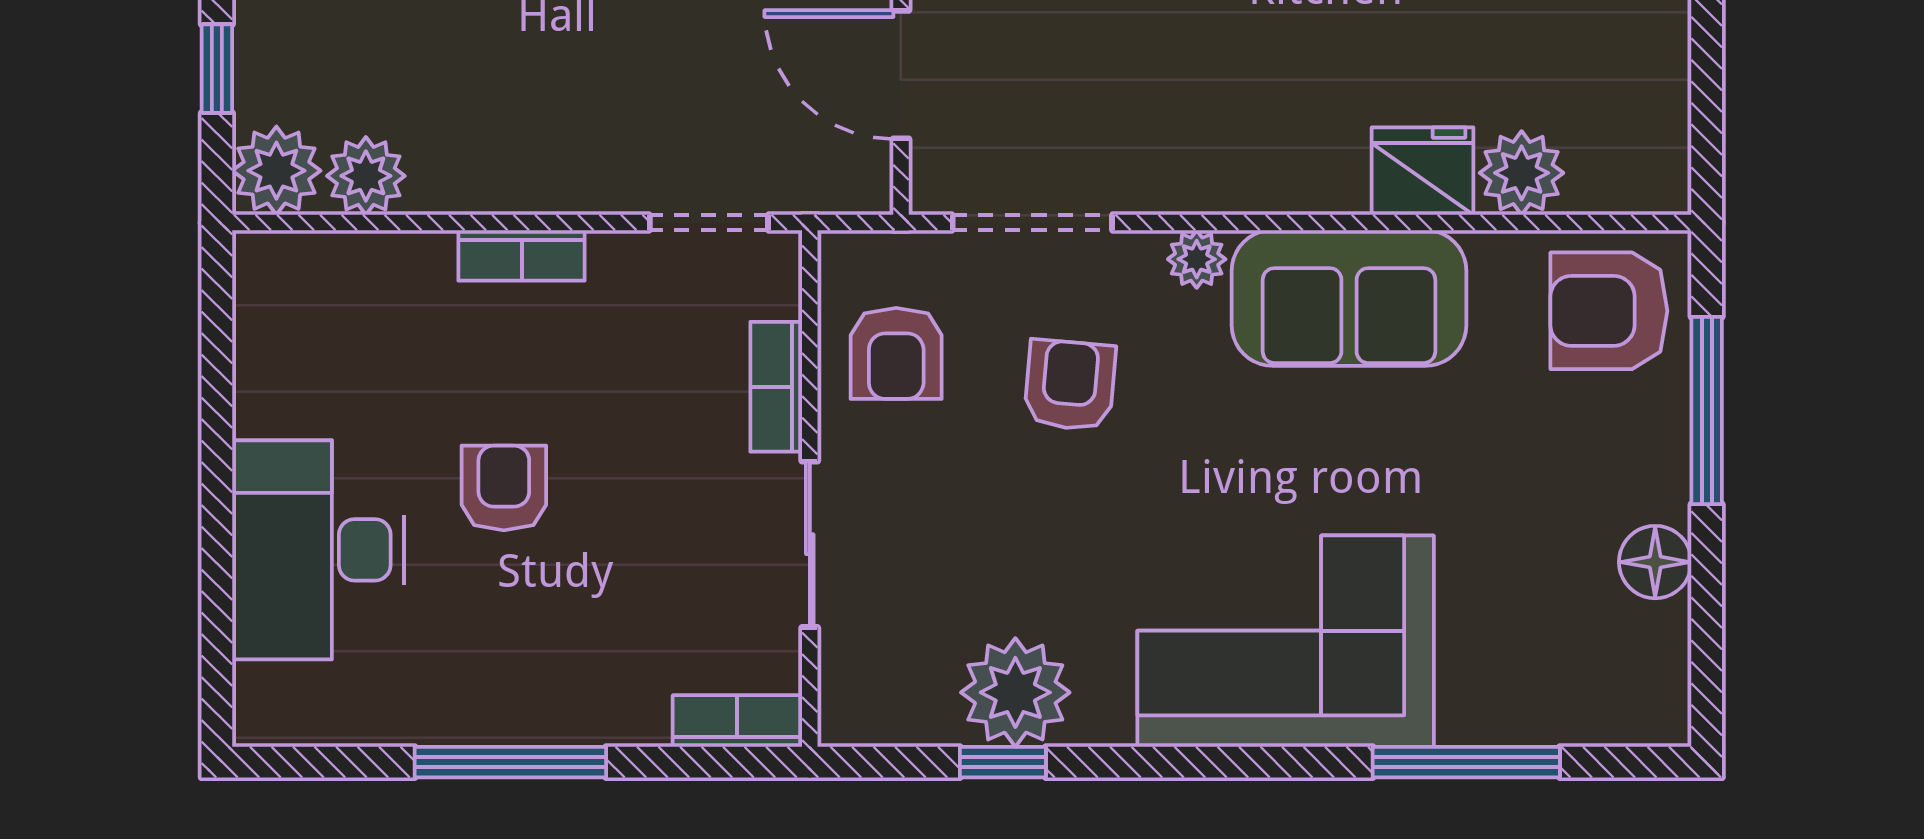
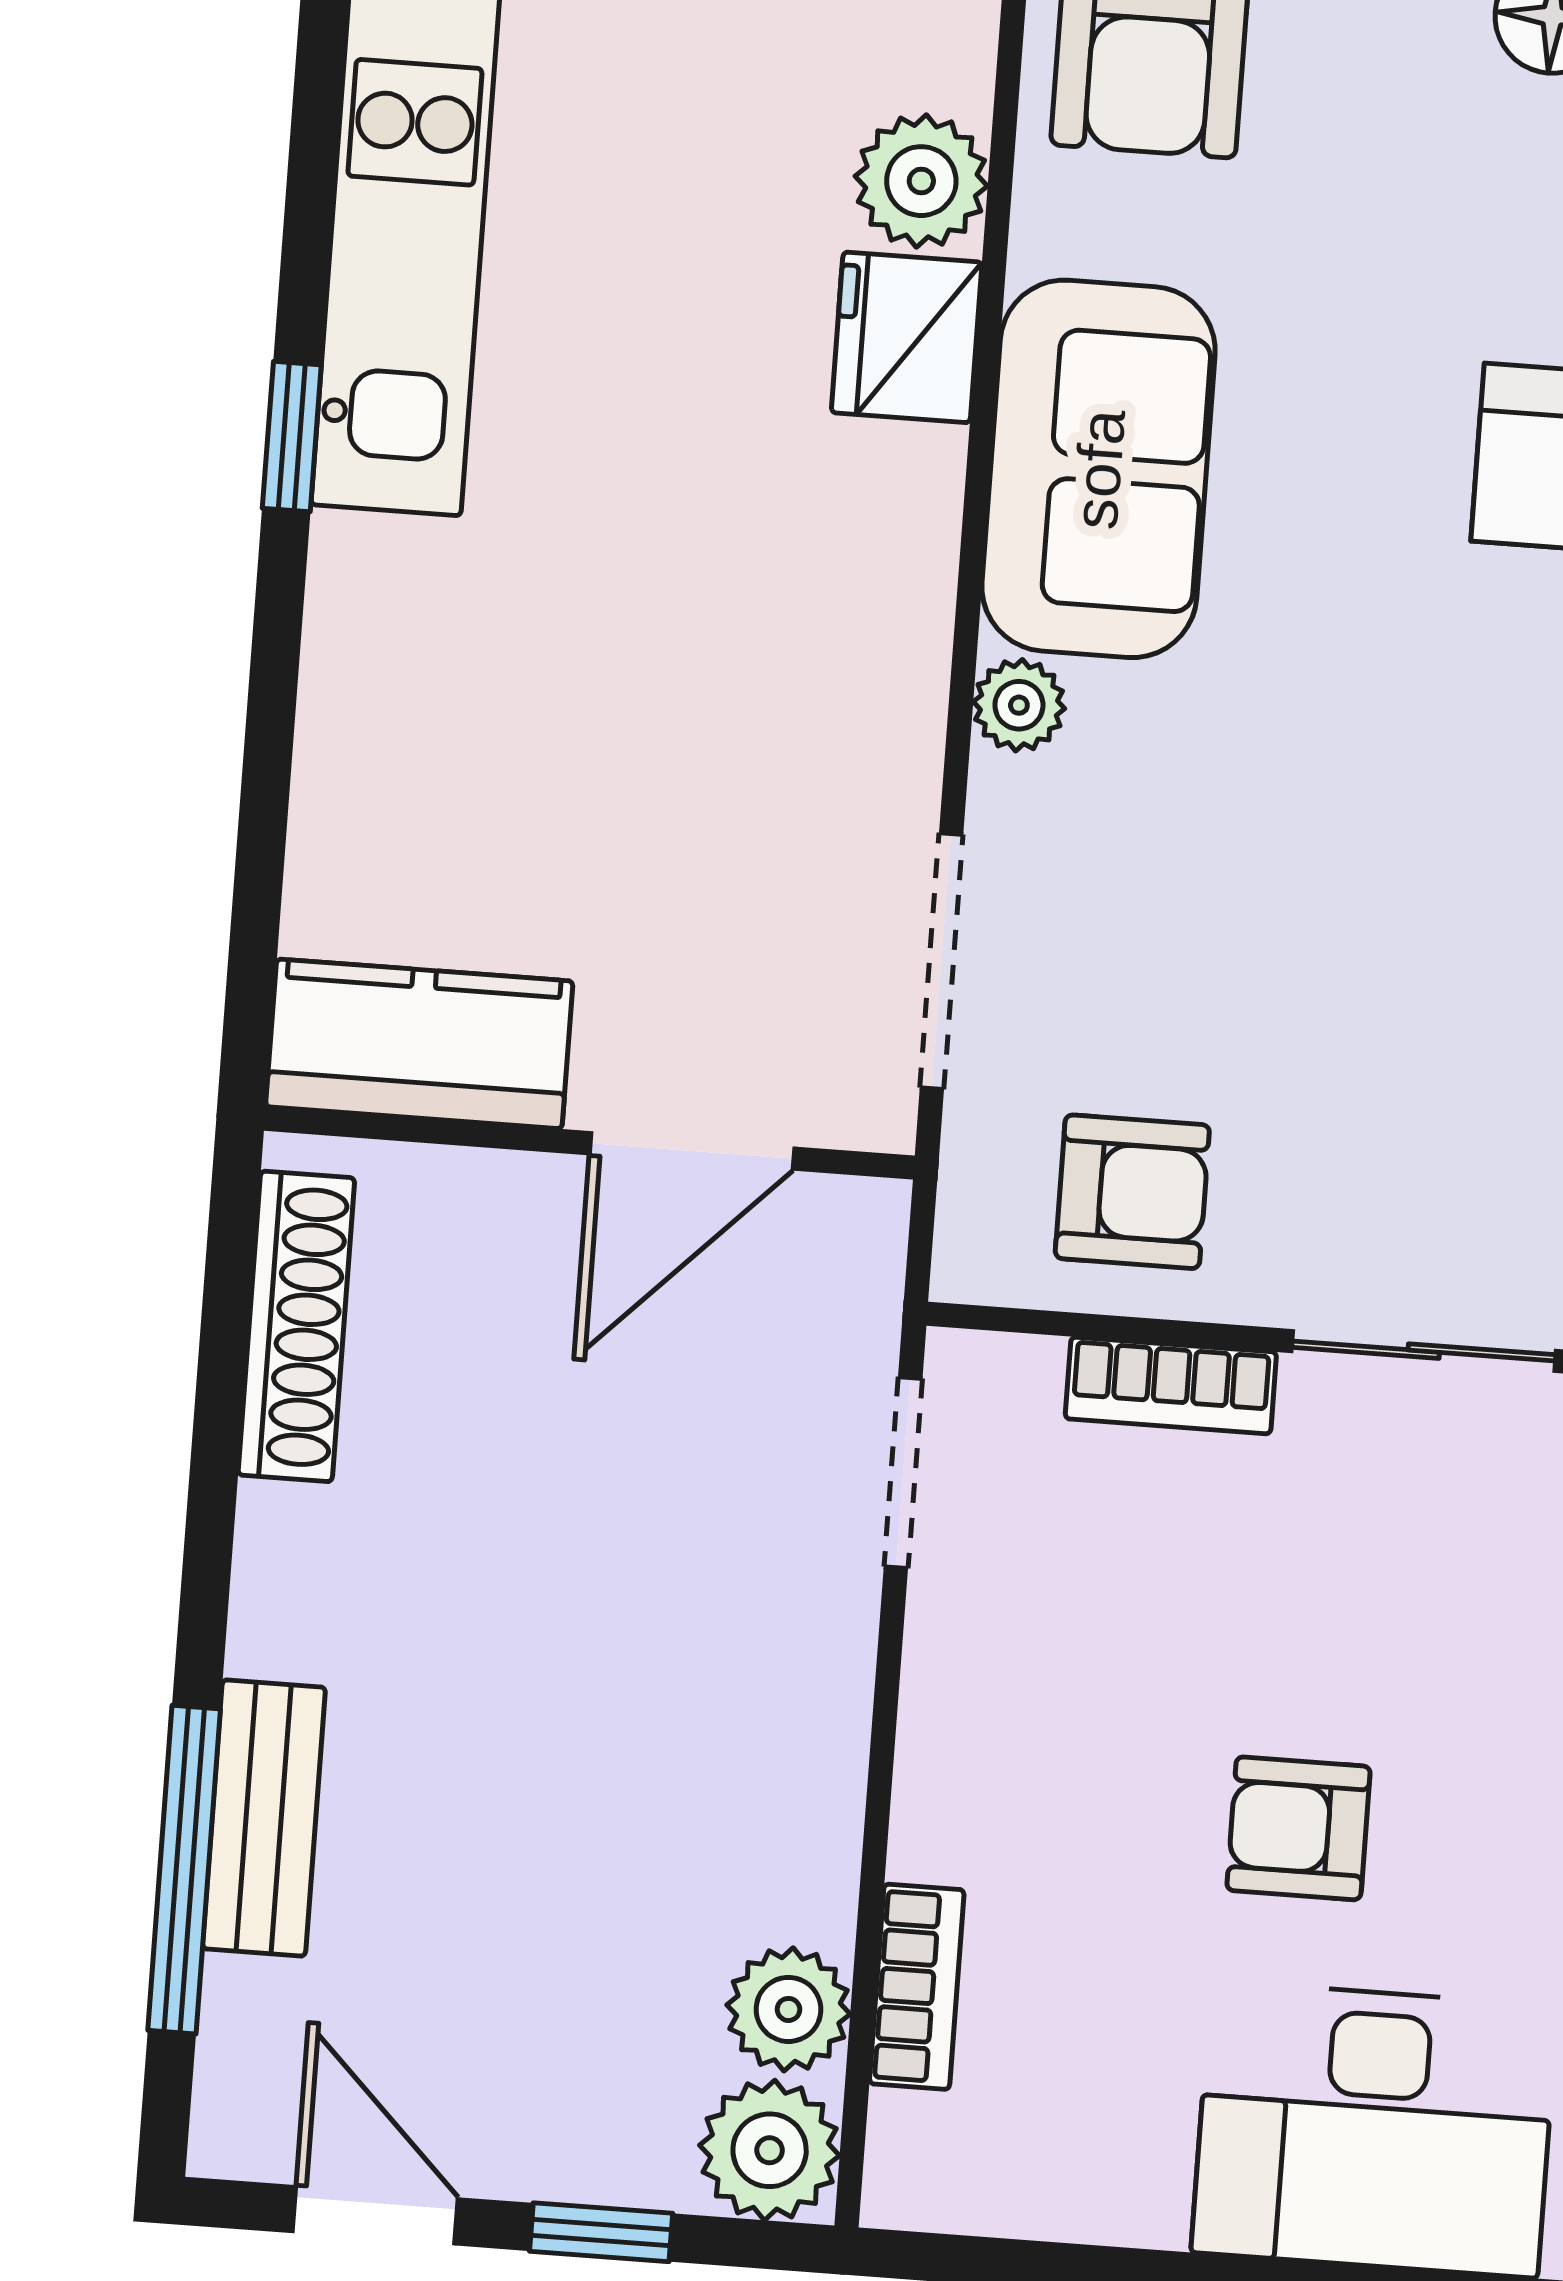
bookcase: (522, 255) -> (917, 1987), moved
armchair: (1070, 385) -> (1203, 921), removed

